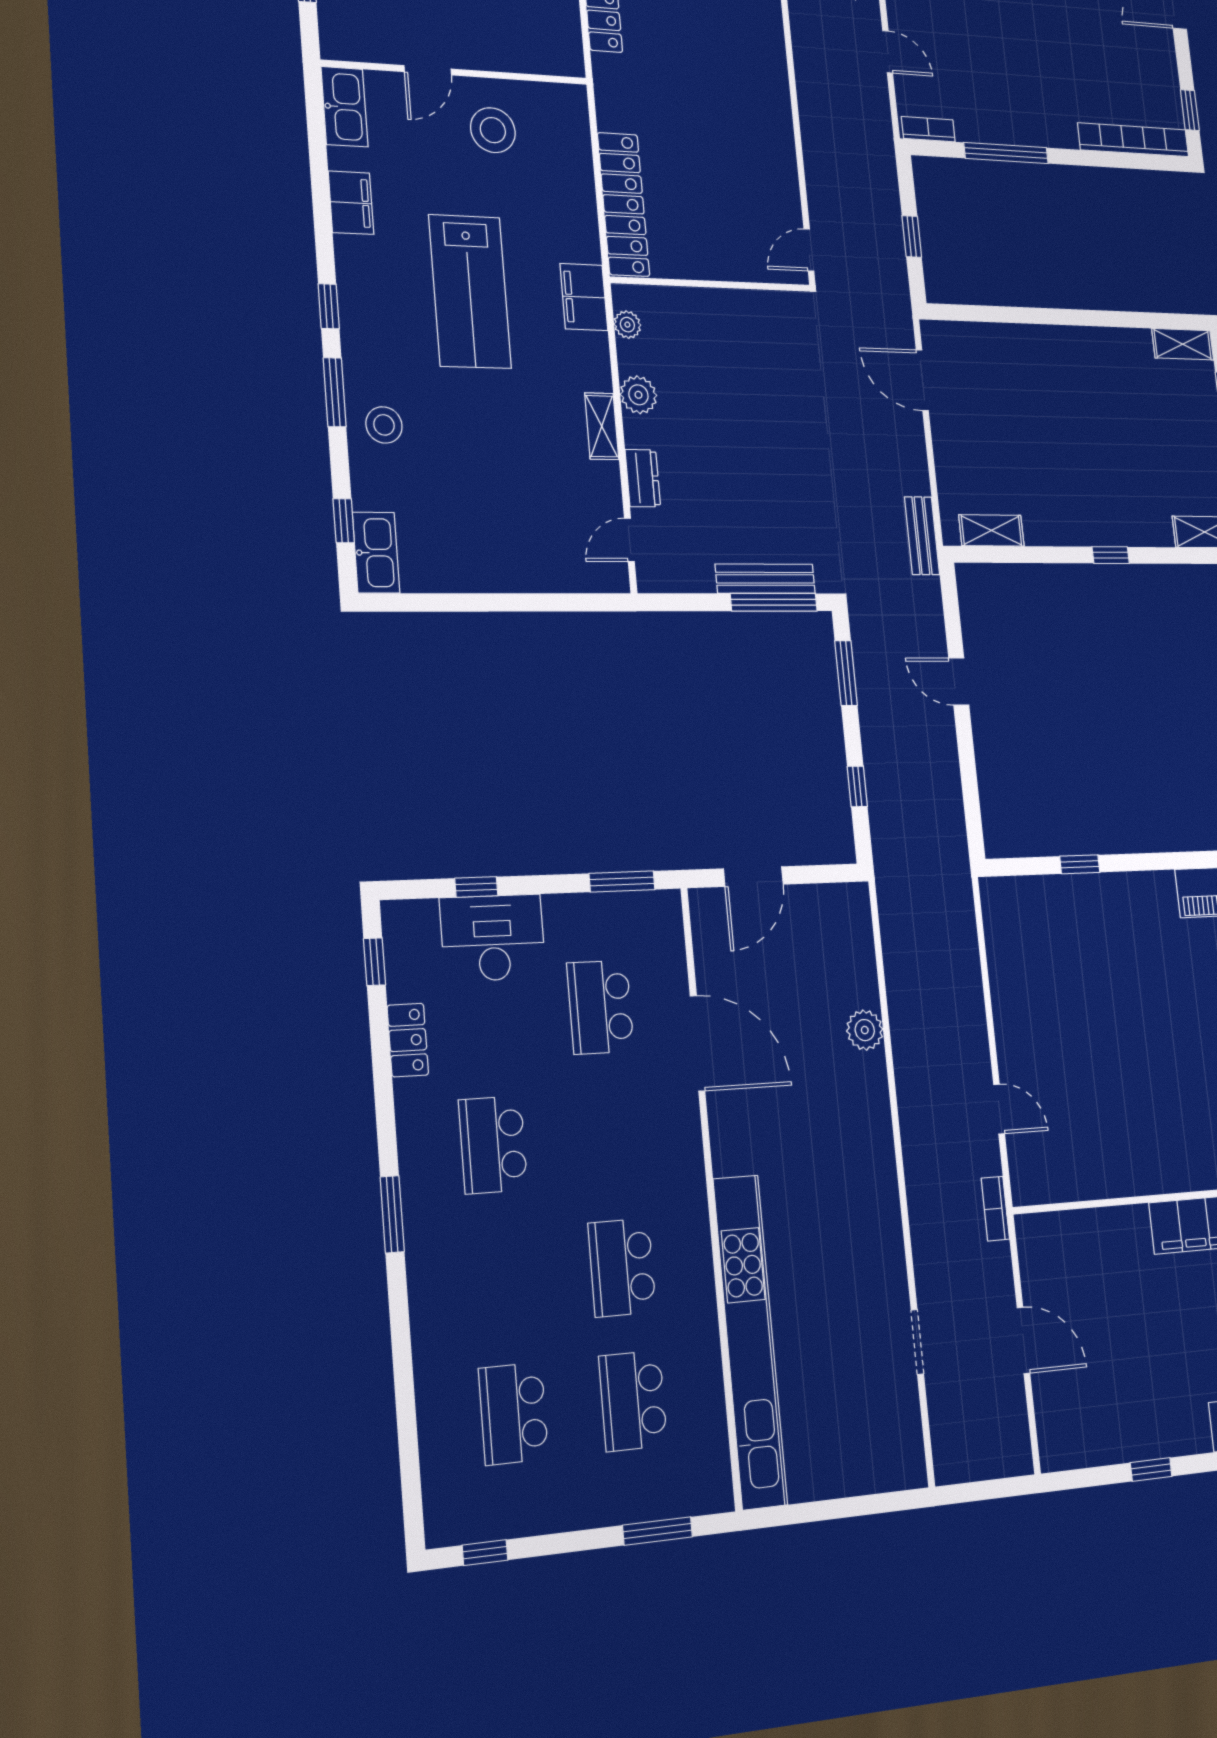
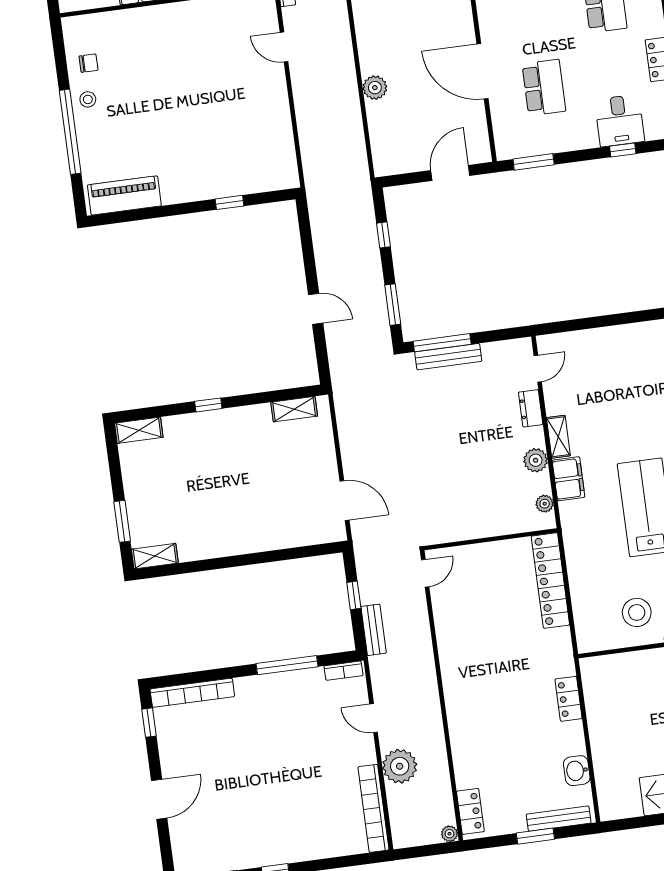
filing cabinet: (584, 297) -> (568, 479), moved
bench: (922, 536) -> (374, 630), moved
desk: (493, 938) -> (620, 121), width x0.73

